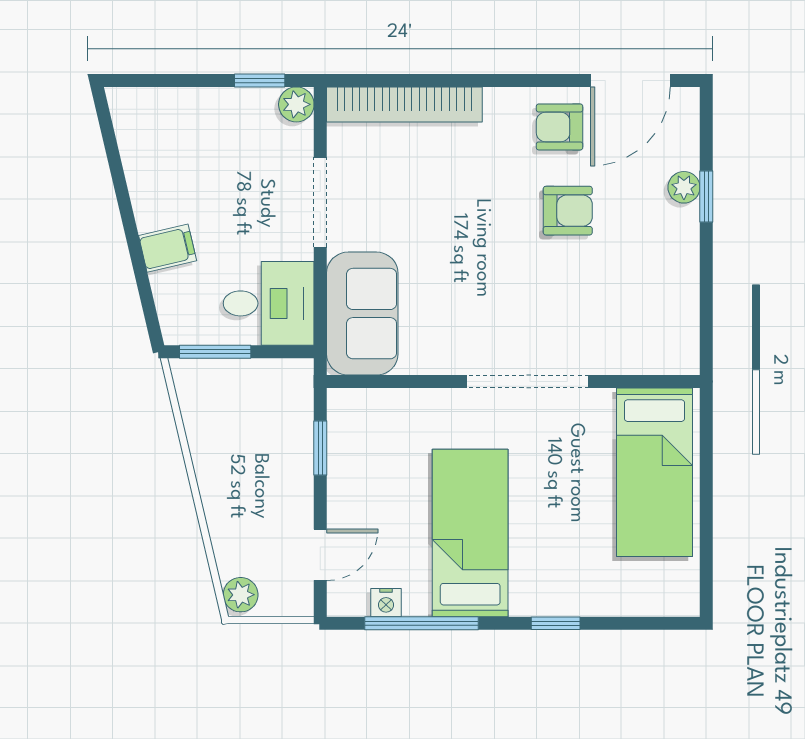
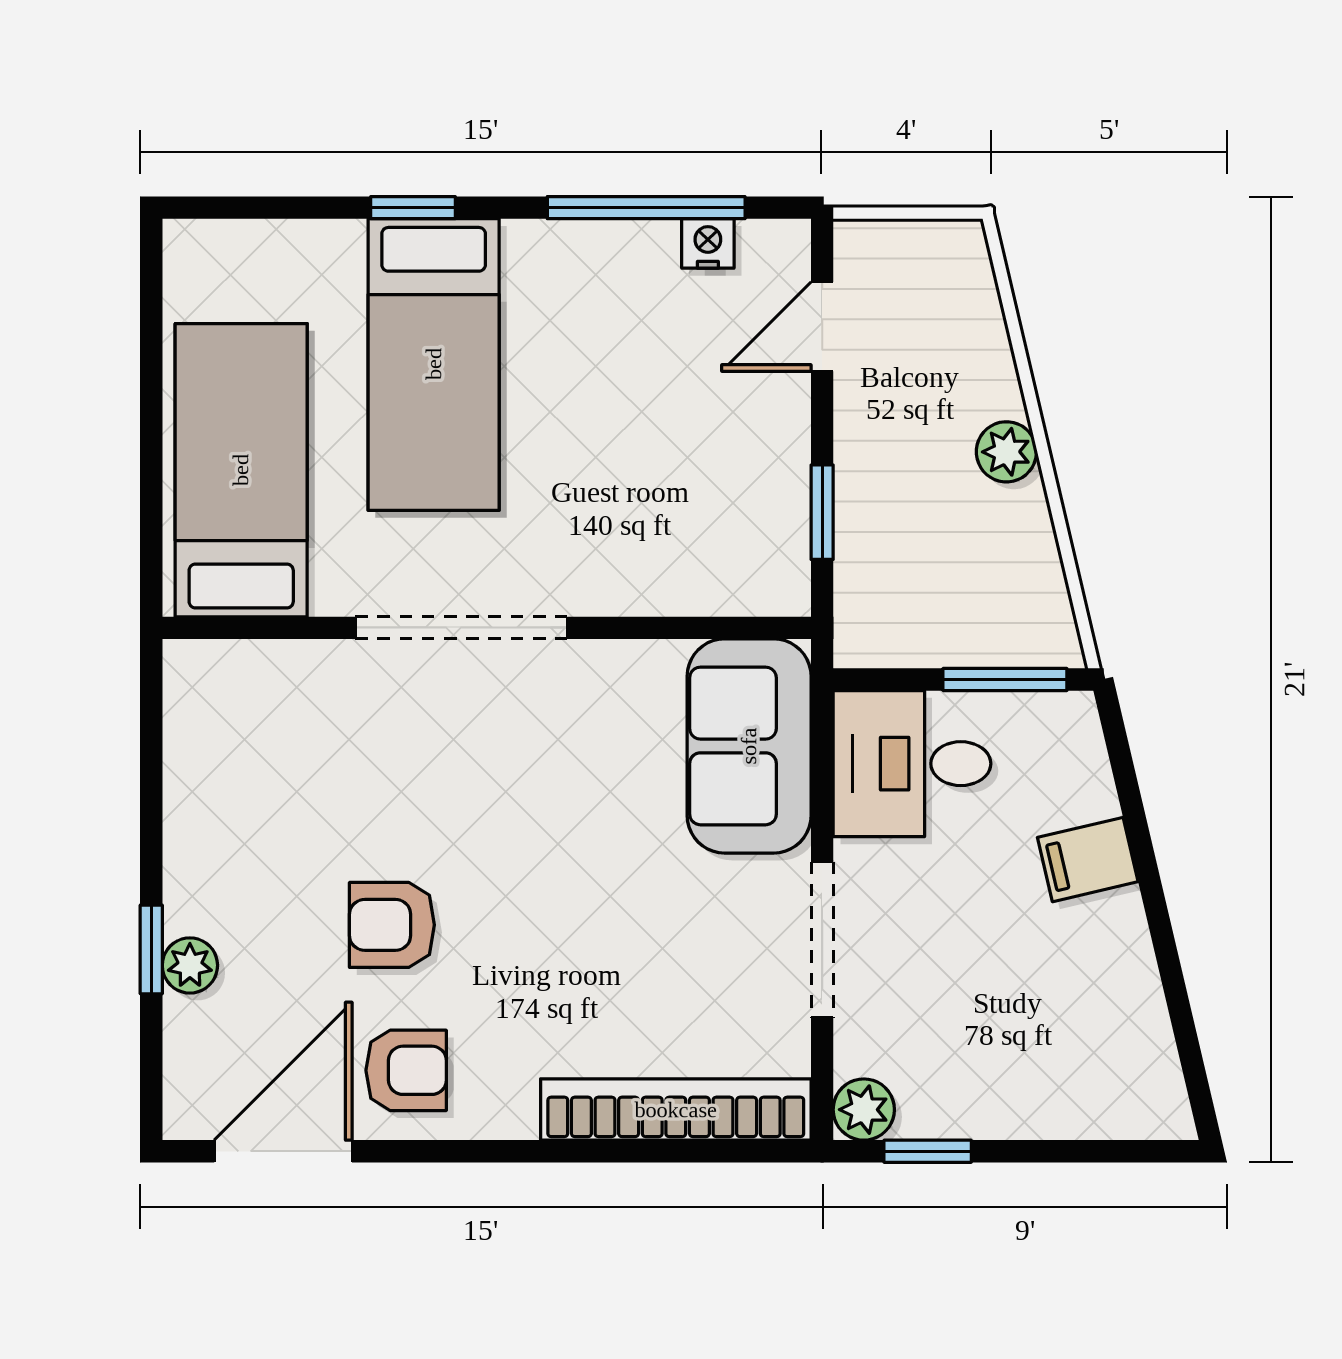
bed: (470, 533) -> (434, 364), moved
plant: (241, 595) -> (1006, 452), moved

